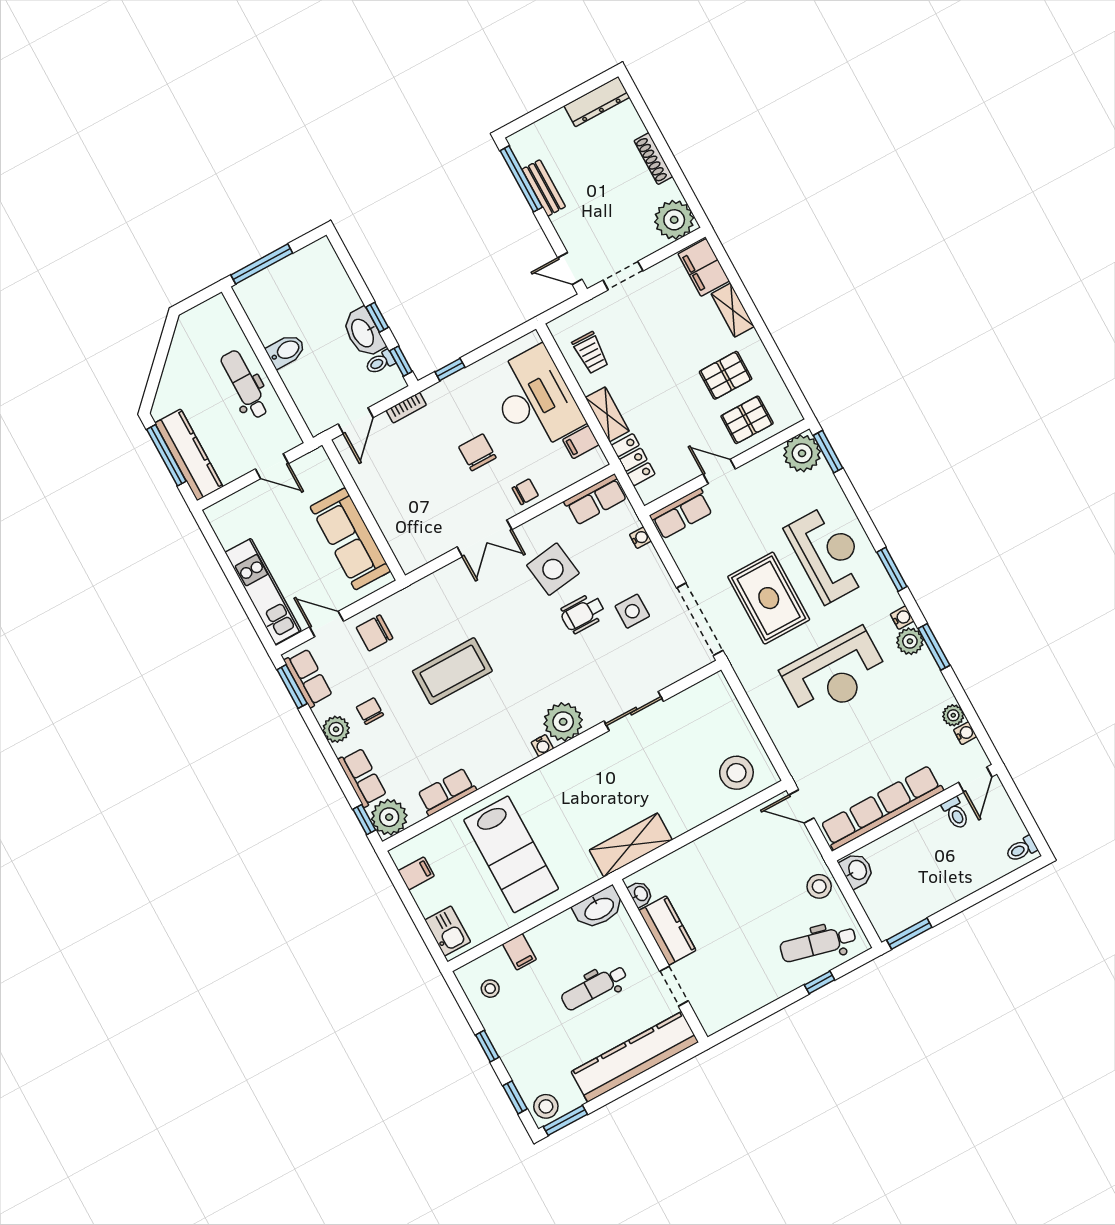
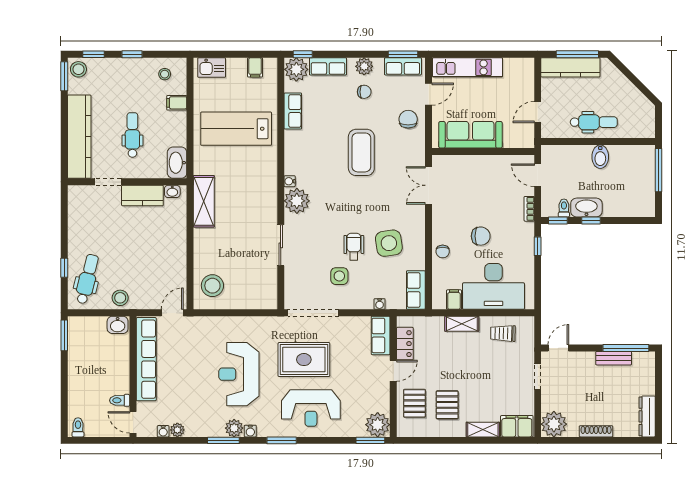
locker: (633, 460) -> (405, 344), moved, turned -90
double door: (484, 538) -> (428, 185), moved

